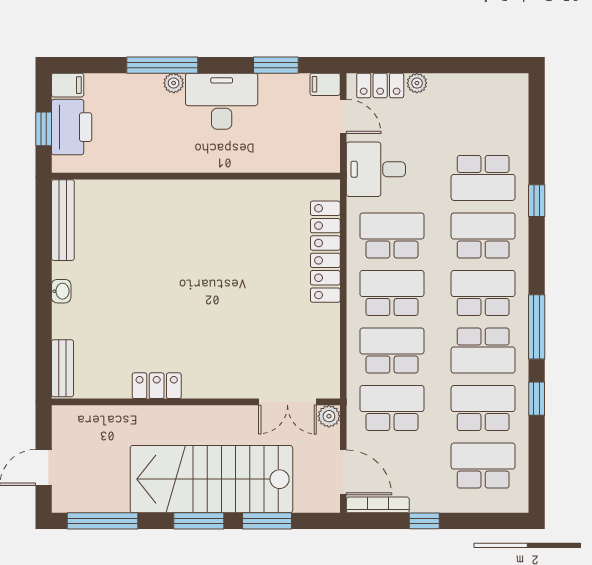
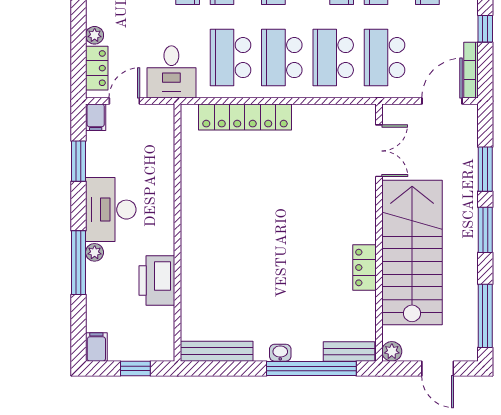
printer: (72, 127) -> (157, 280), moved, turned -90
window: (44, 326) -> (311, 368), added
plant: (329, 416) -> (392, 351), moved
stairs: (211, 479) -> (412, 253), moved, turned 180

